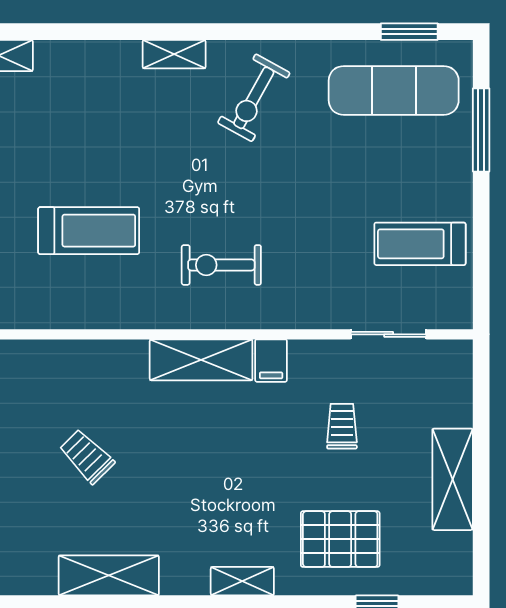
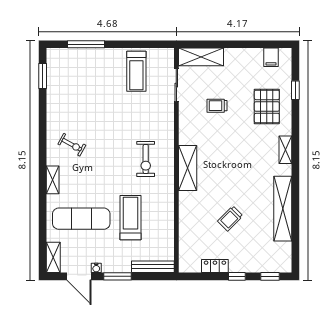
exercise mat: (394, 90) -> (81, 219), moved, turned 90
exercise bike: (254, 98) -> (72, 145), width x0.73, depth x0.72
filing cabinet: (271, 361) -> (271, 57), moved, turned 90
shelving: (453, 479) -> (201, 57), moved
shelving: (109, 575) -> (283, 209), width x1.47

